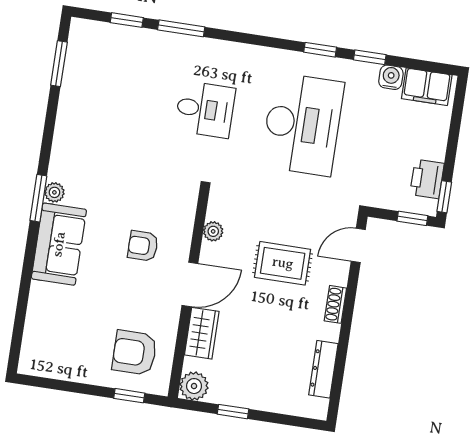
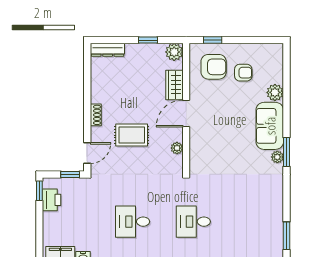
desk: (302, 124) -> (133, 222), width x0.53, depth x0.77
window: (412, 218) -> (70, 174), moved
armchair: (143, 246) -> (243, 73), moved
plant: (42, 296) -> (275, 92), added
dresser: (323, 369) -> (108, 50), moved, turned 90

